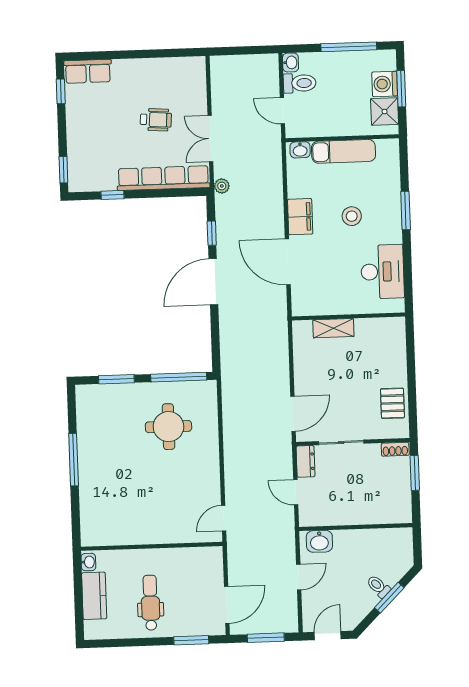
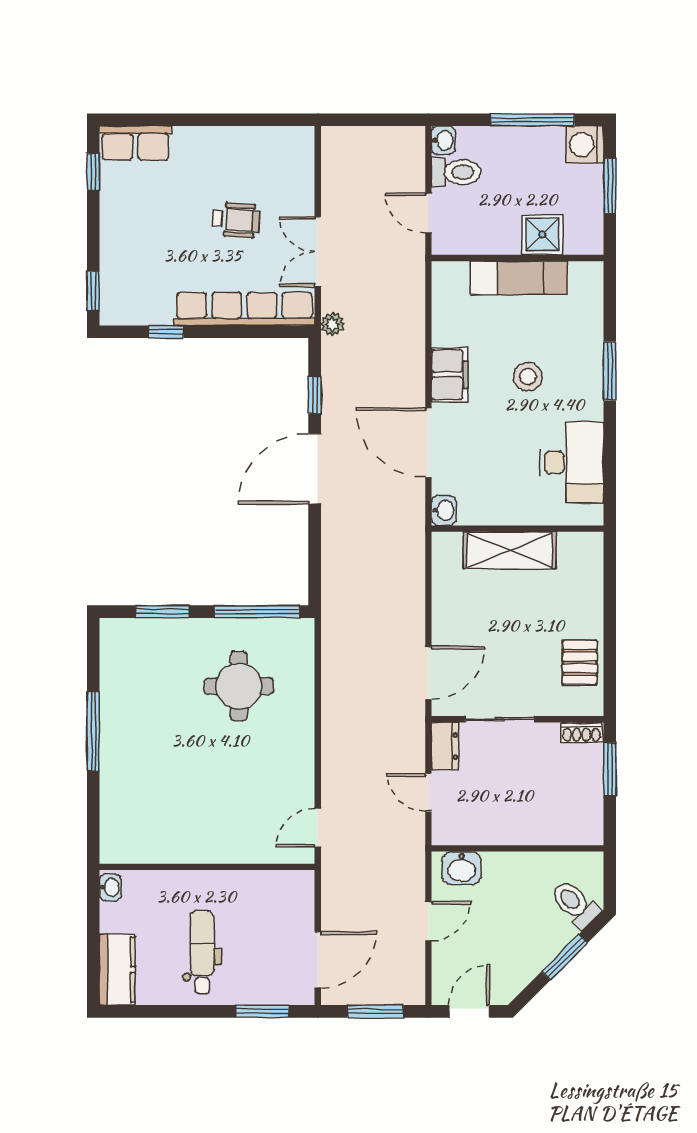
washing machine: (385, 84) -> (585, 145), moved
shower: (385, 111) -> (542, 235), moved
washbasin: (300, 150) -> (444, 510), moved, turned -90
shelving: (333, 328) -> (510, 550), width x1.50, depth x1.33
toilet: (378, 586) -> (575, 904), moved, width x1.37, depth x1.39
kitchen counter: (94, 596) -> (117, 970), moved

